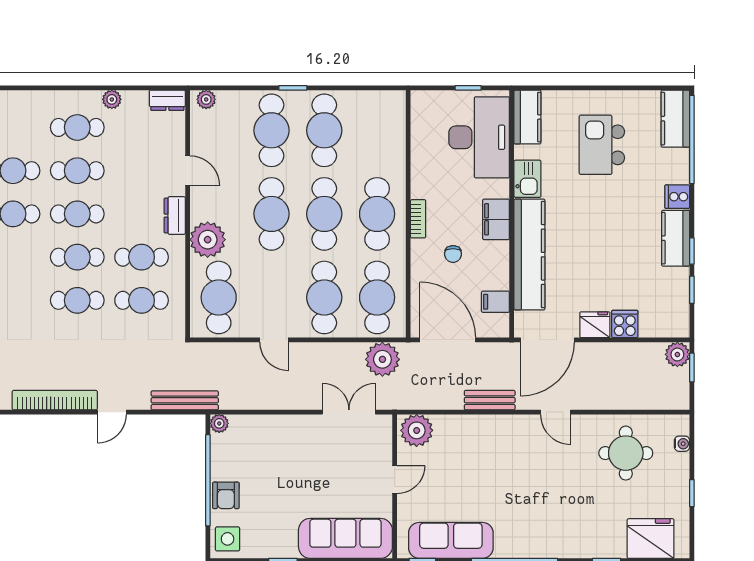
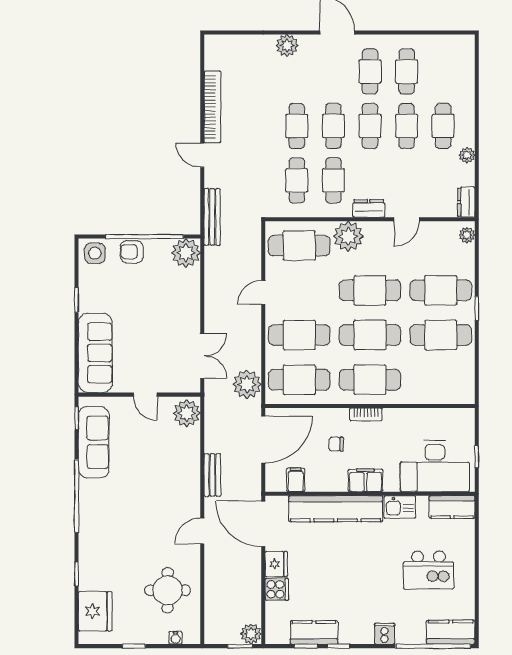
kitchen island: (602, 145) -> (429, 570), turned 180
kitchen counter: (676, 238) -> (314, 632), moved
plant: (219, 423) -> (186, 253), width x1.87, depth x1.87

